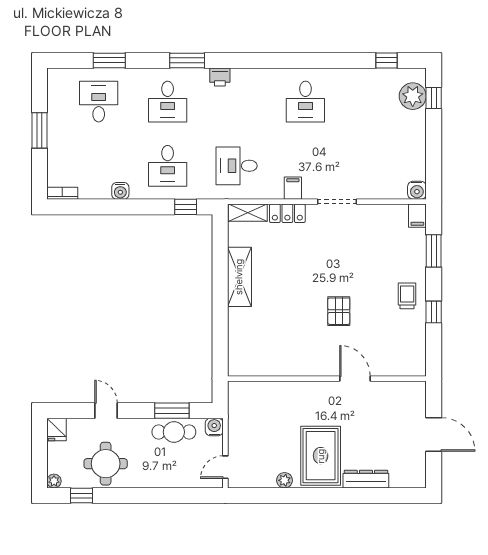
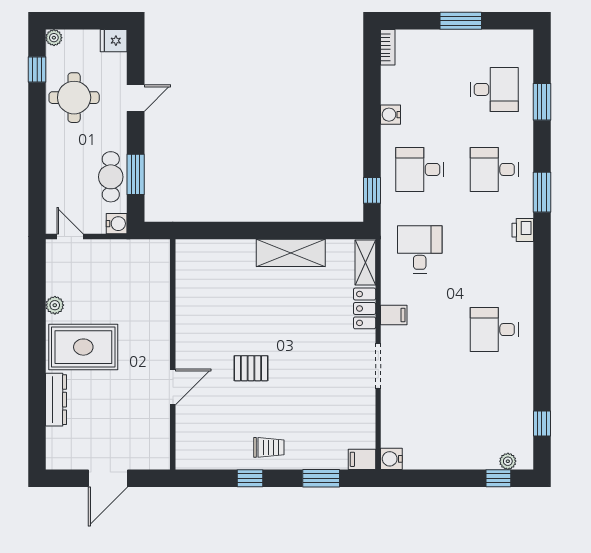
plant: (413, 96) -> (508, 461), width x0.53, depth x0.53

